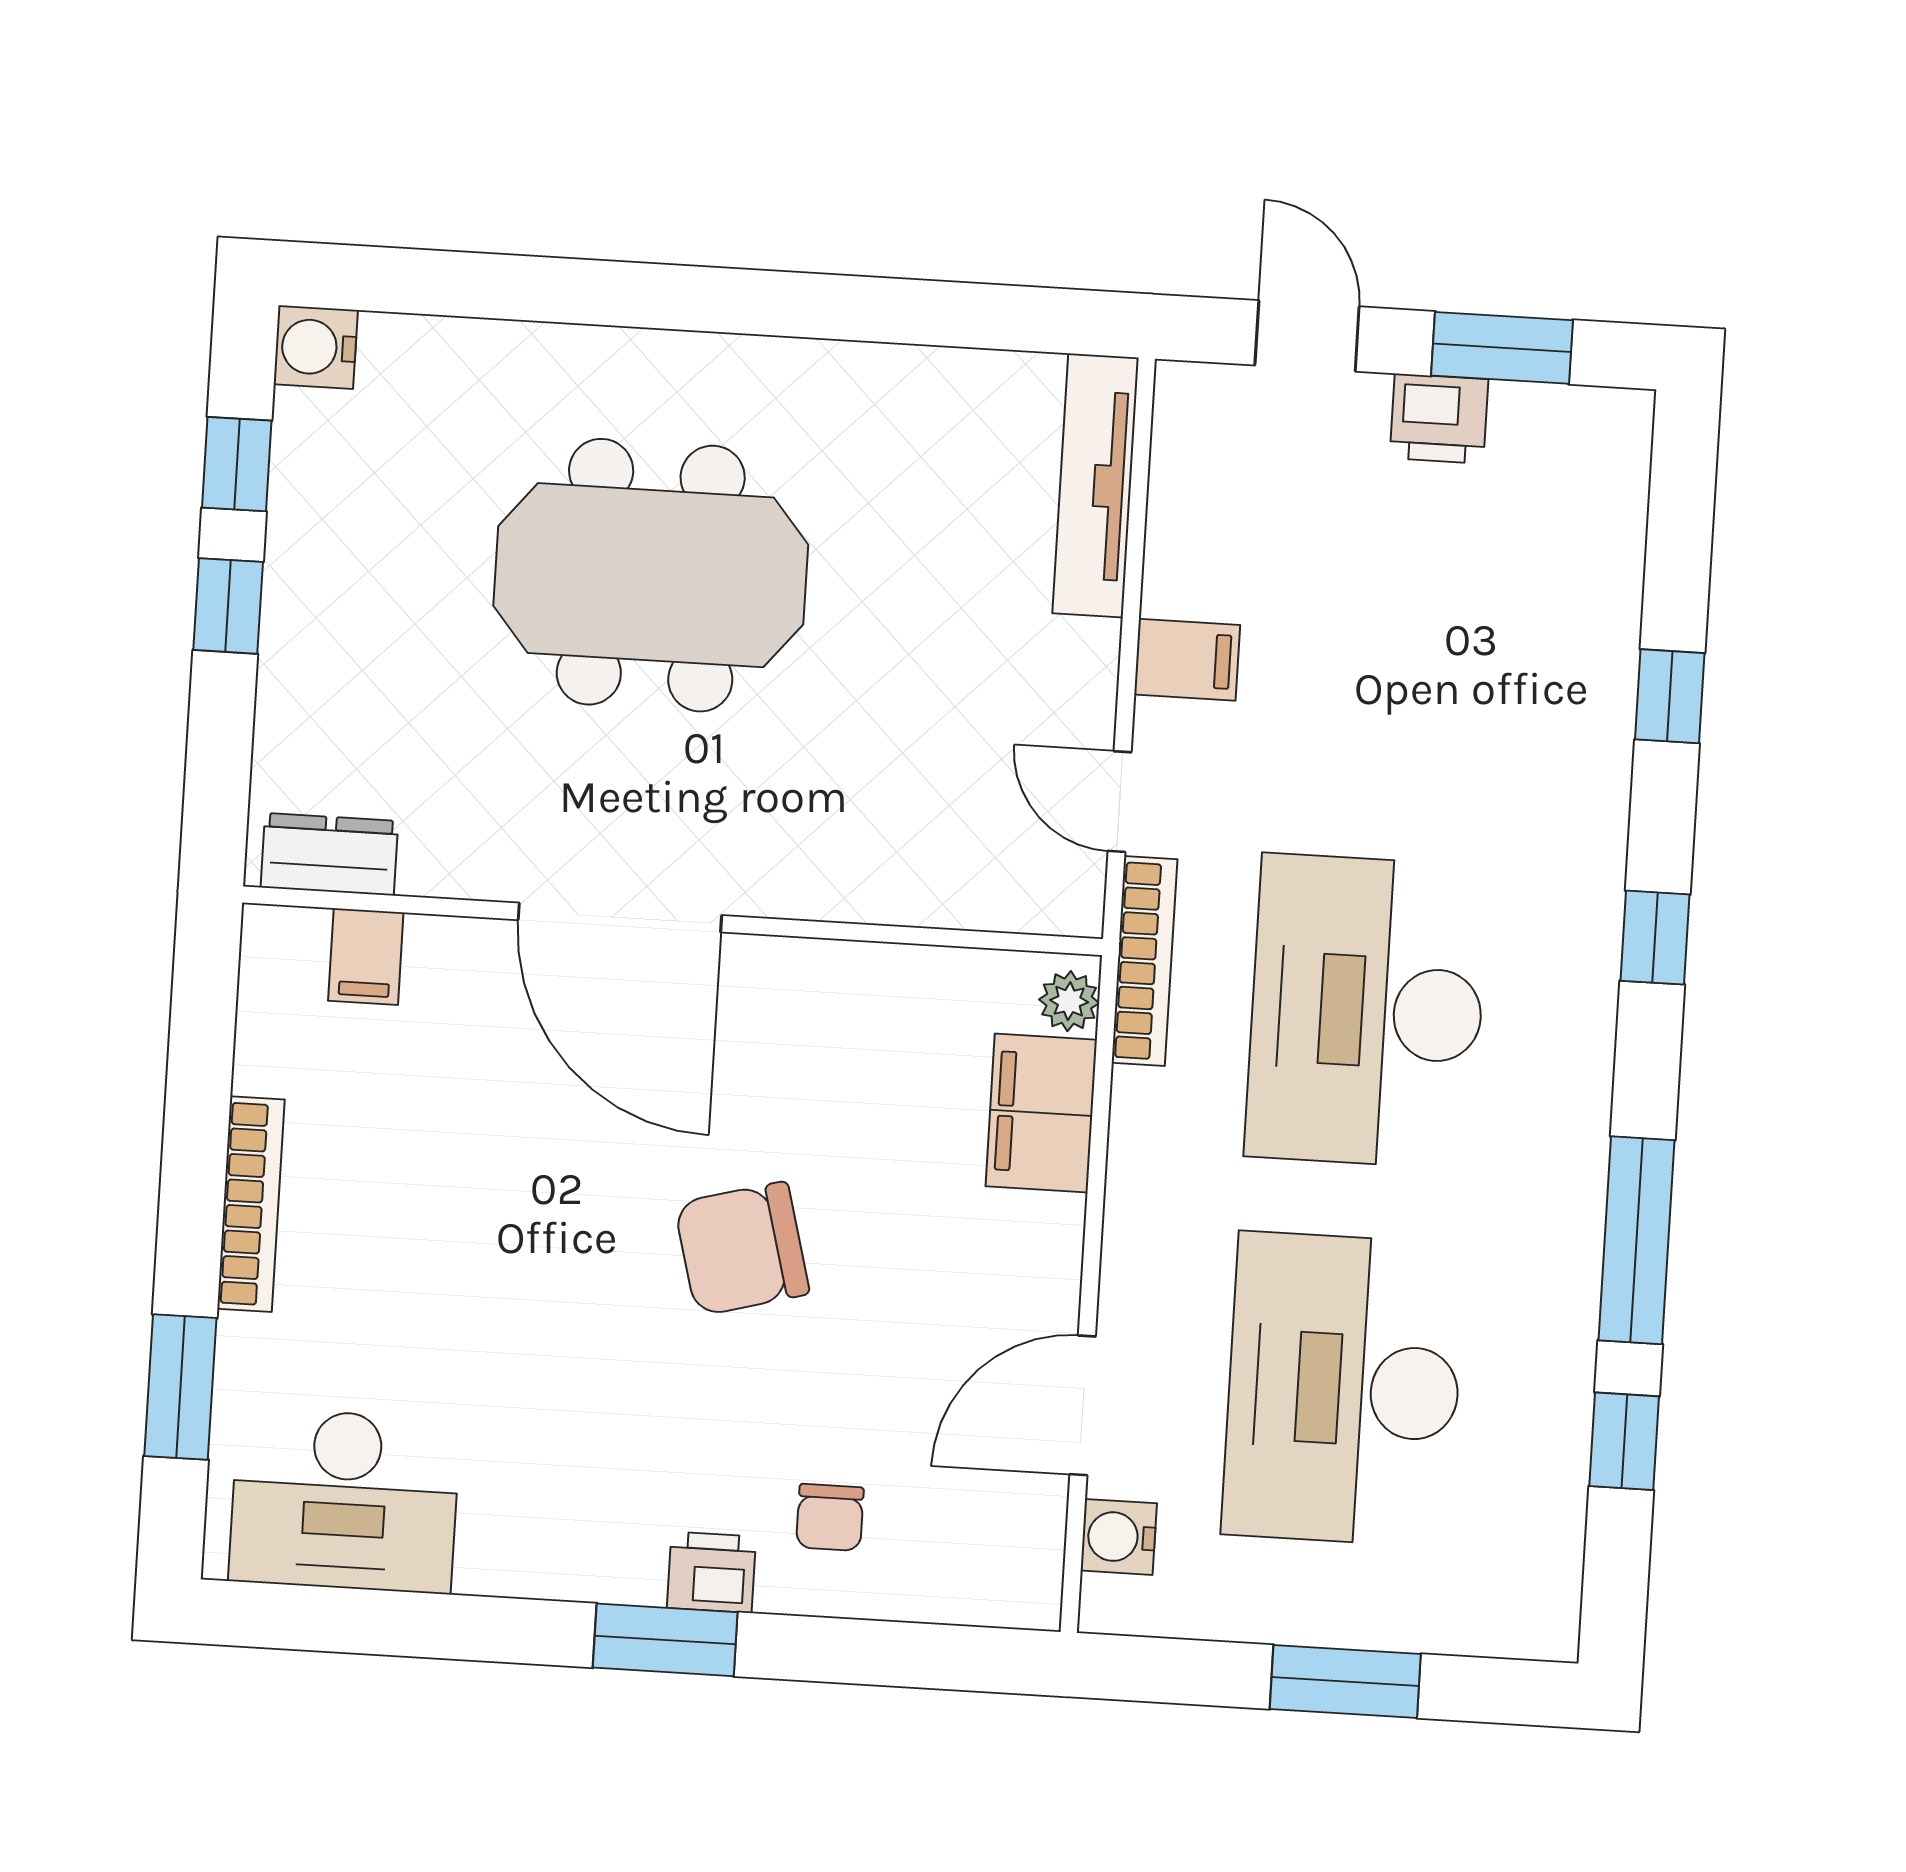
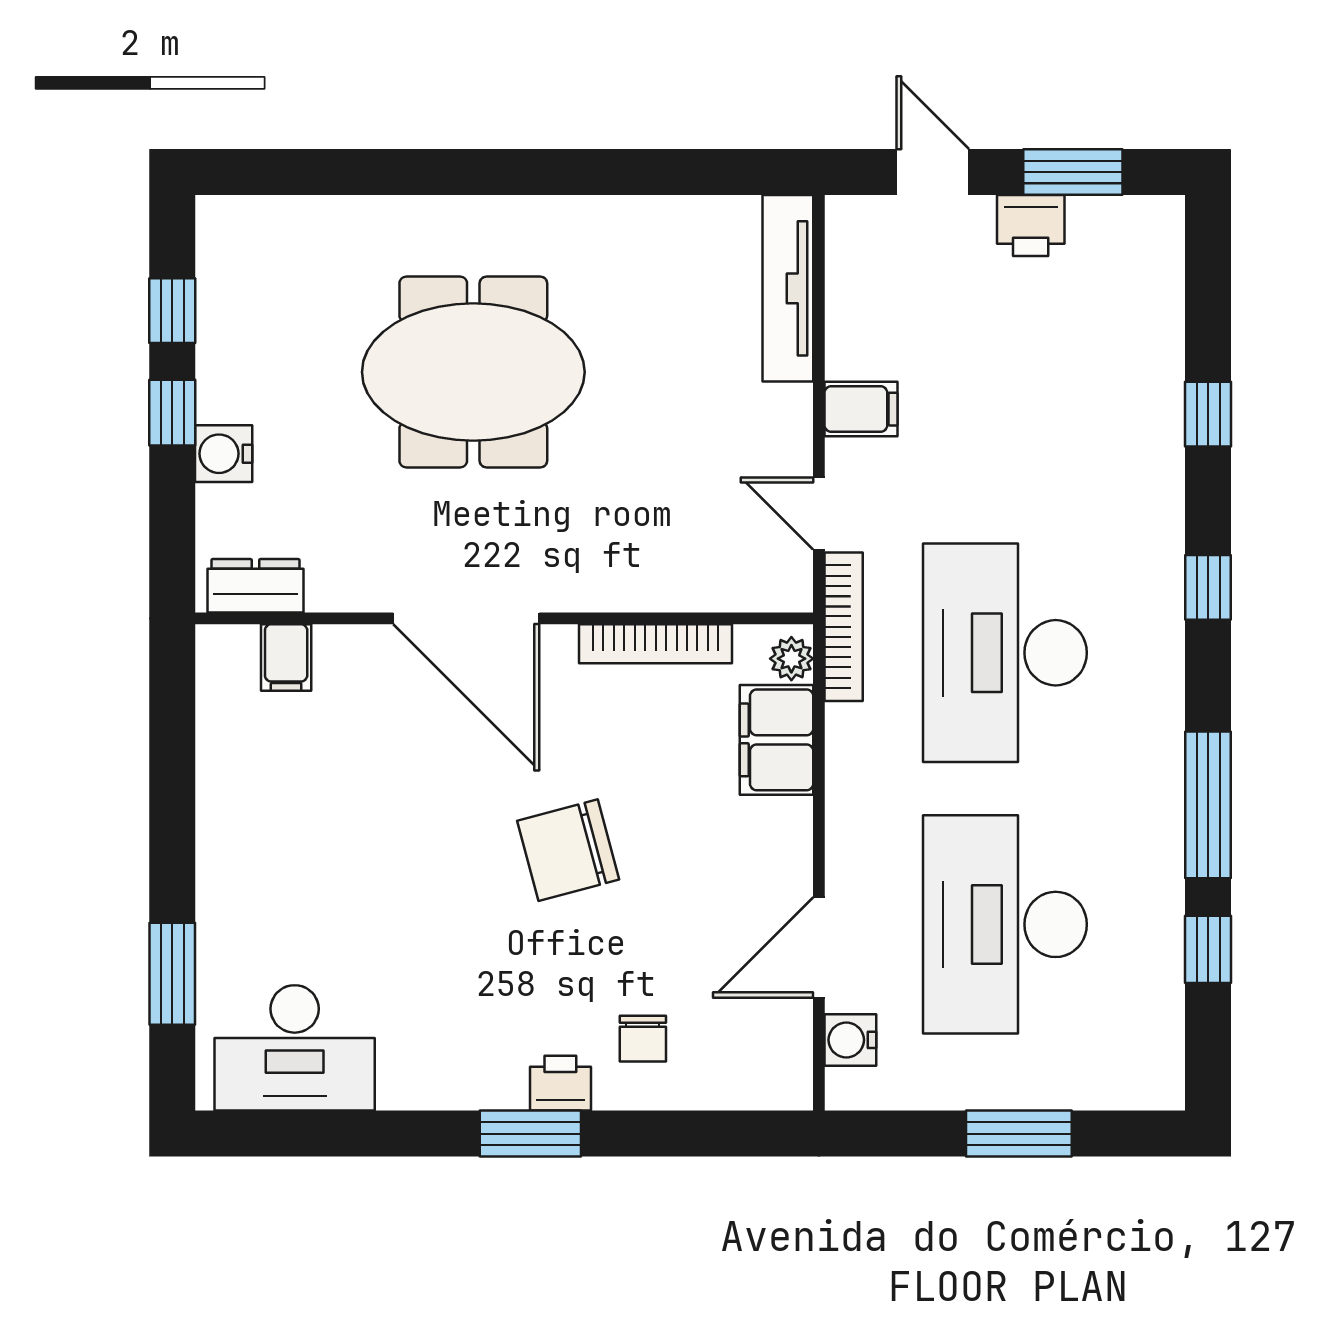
water cooler: (316, 347) -> (224, 454), moved
bookcase: (251, 1204) -> (656, 644), moved, turned 90

